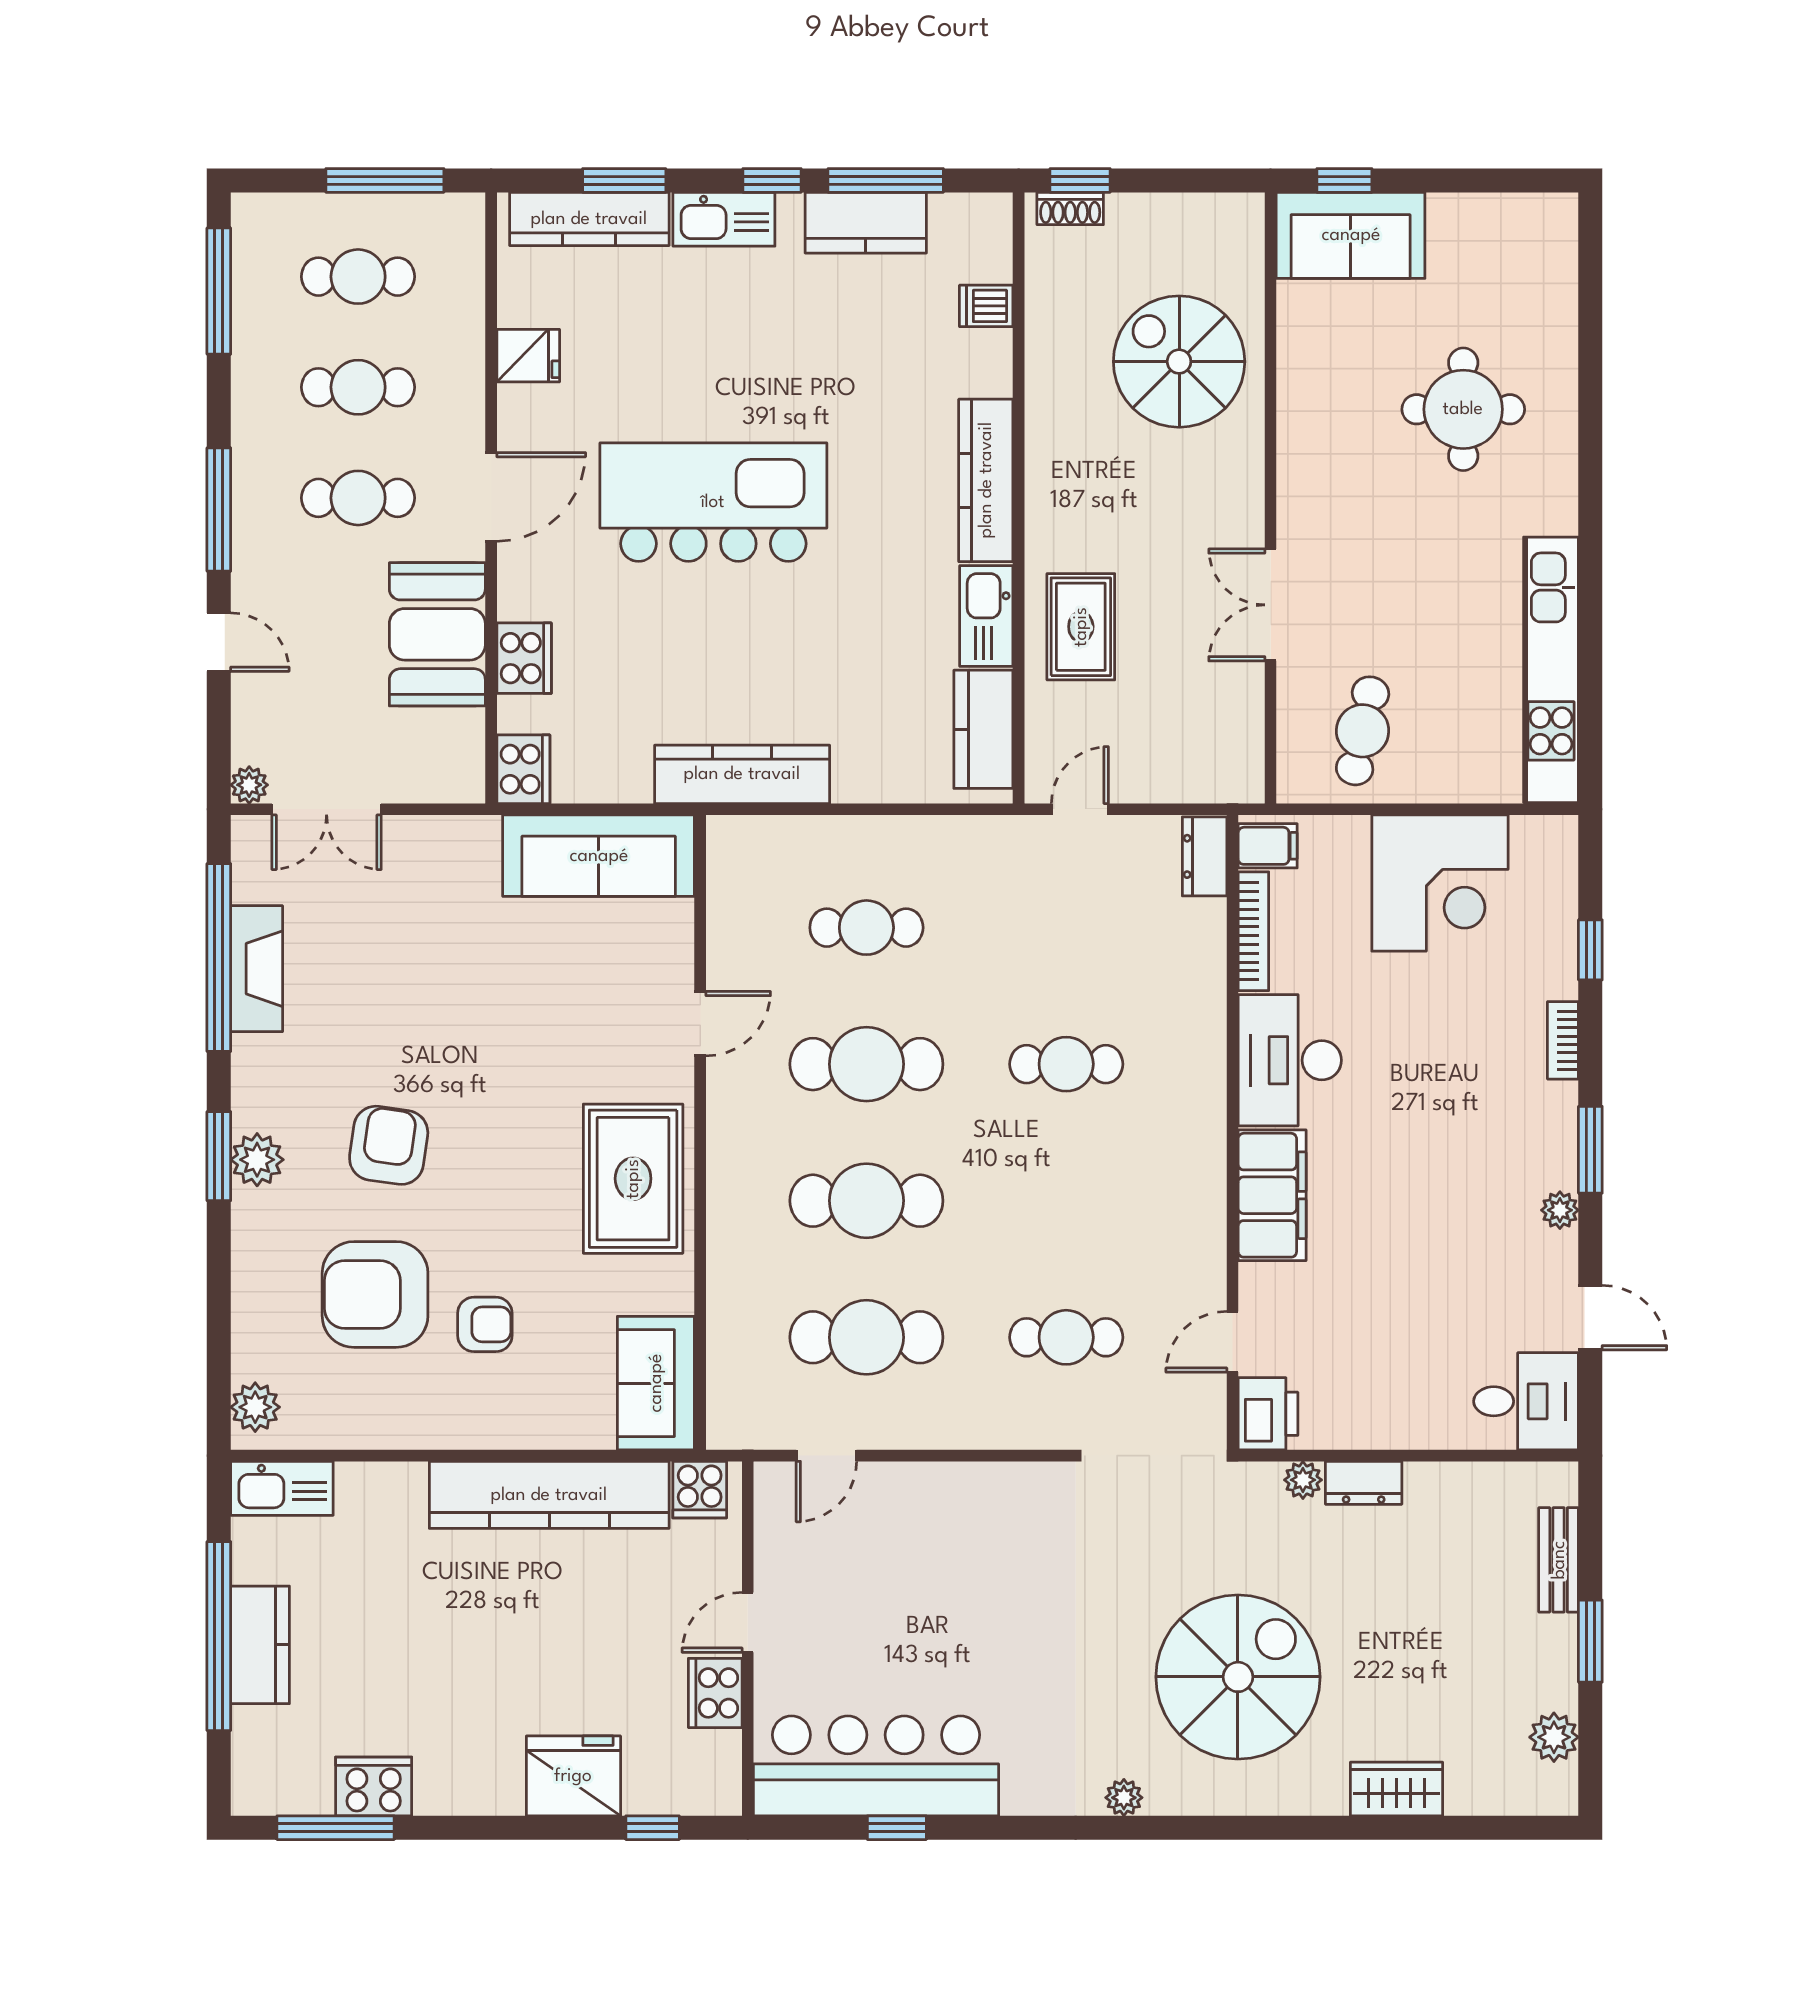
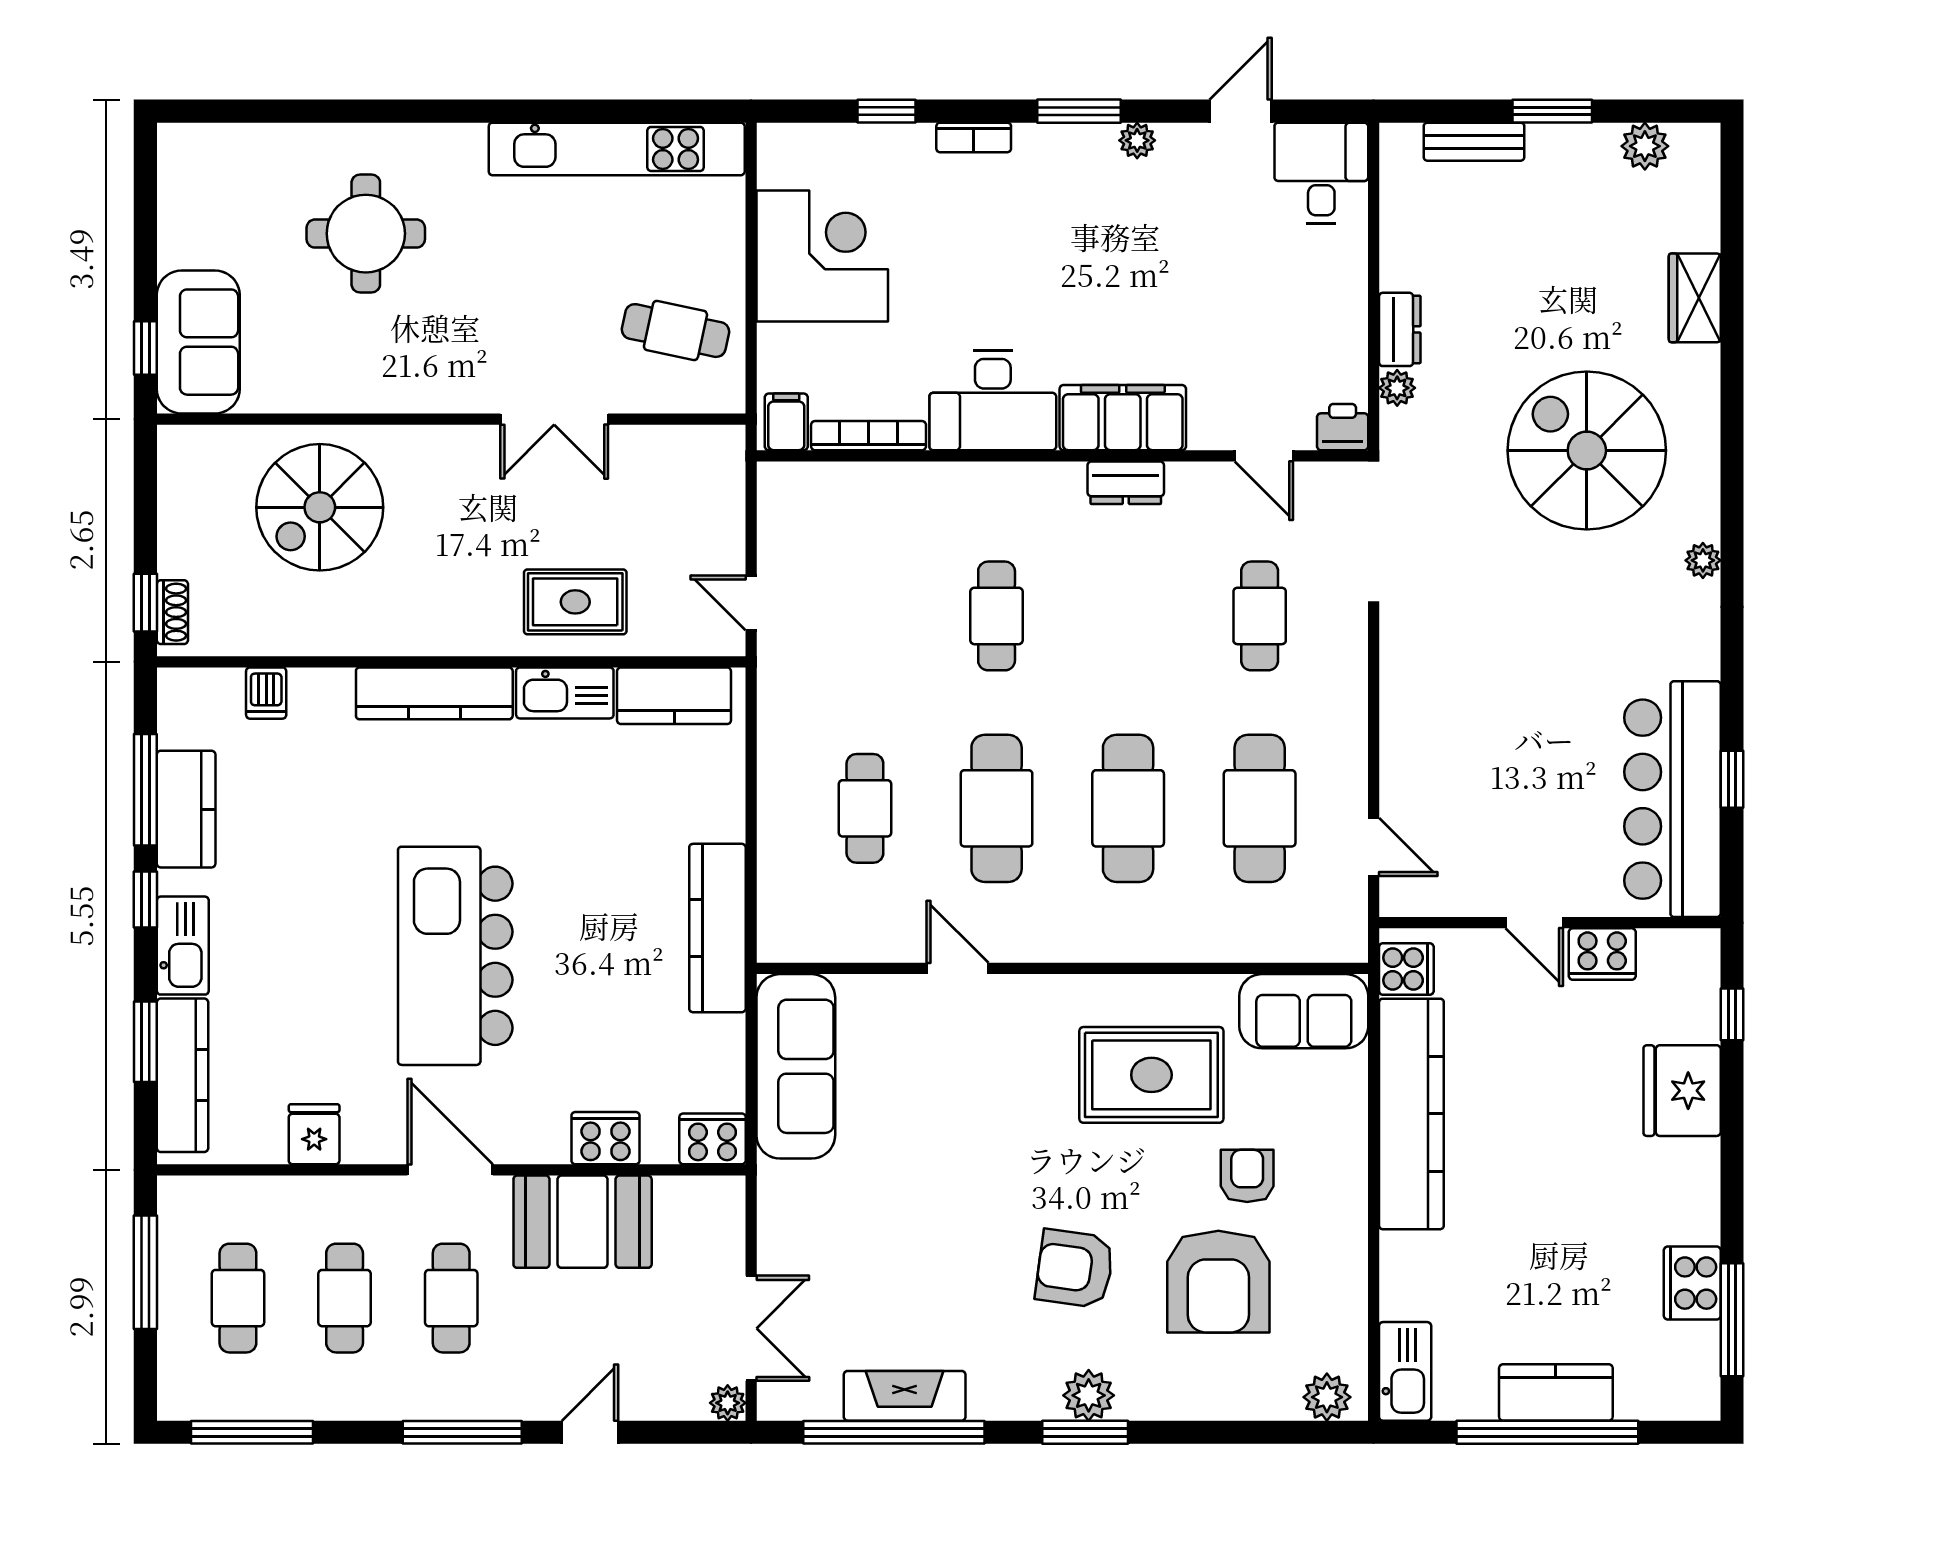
dresser: (1205, 856) -> (1126, 483), moved
rug: (633, 1179) -> (1151, 1075), moved
printer: (1268, 1414) -> (1343, 427), width x0.73, depth x0.81

